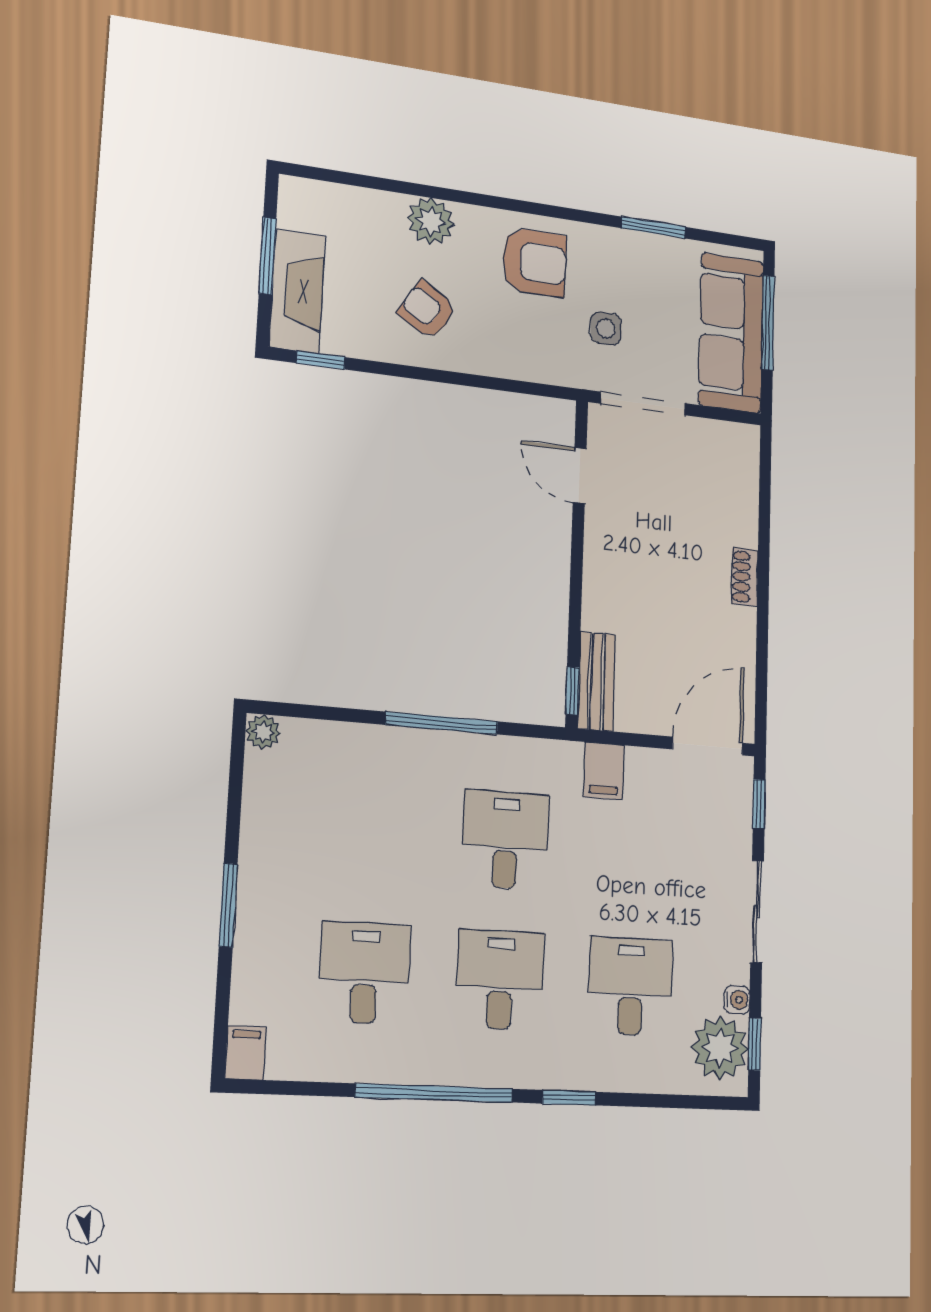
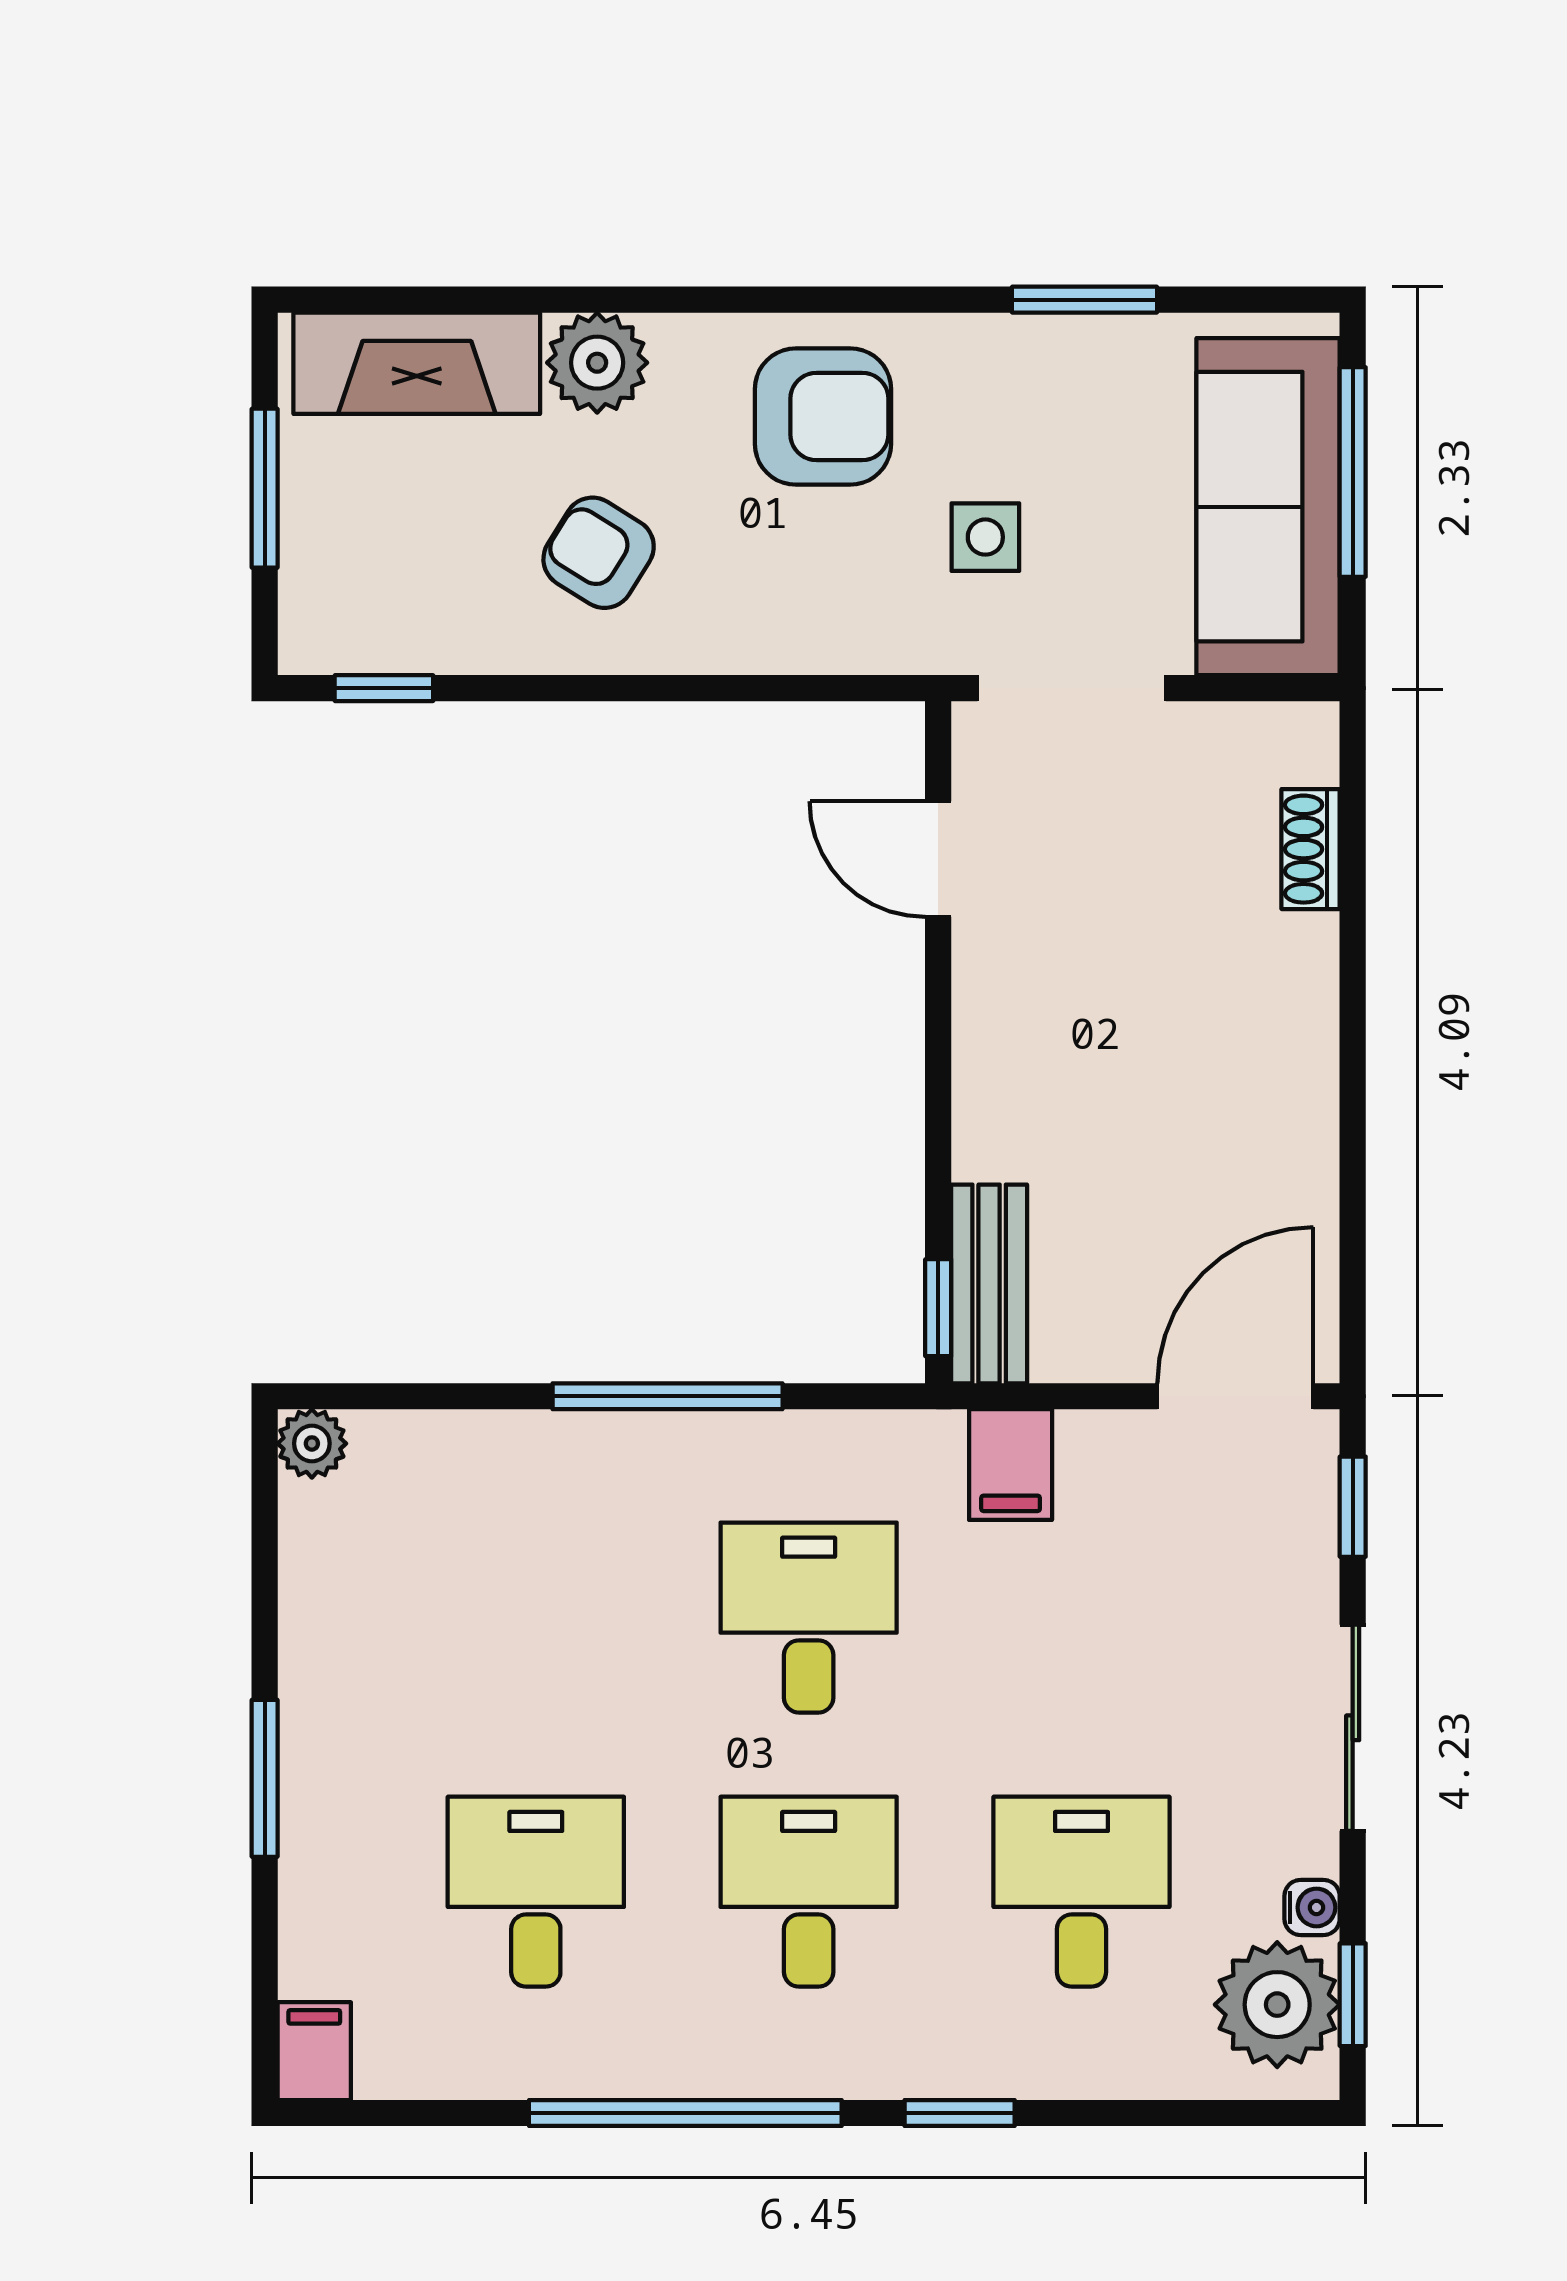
fireplace: (297, 291) -> (417, 363), moved, turned 90
shoe rack: (745, 577) -> (1311, 849), moved

